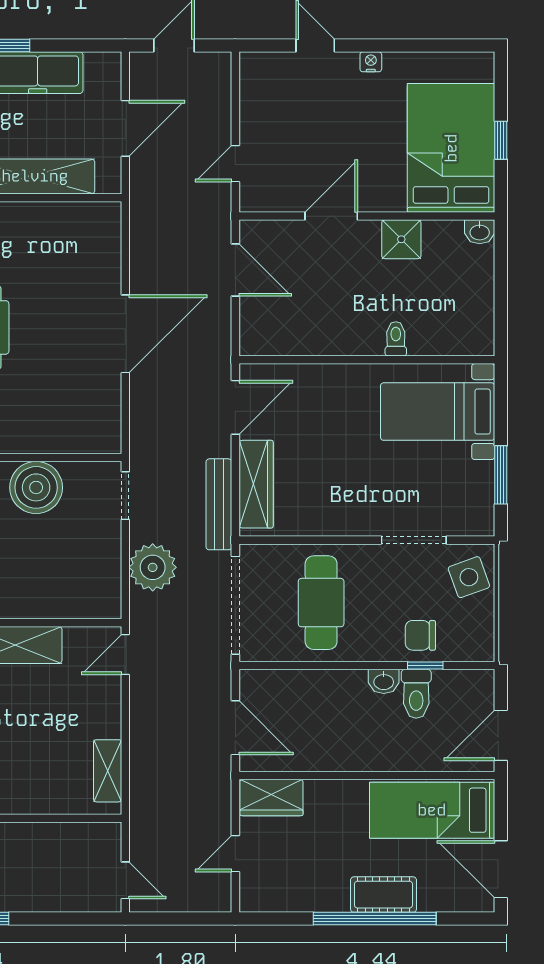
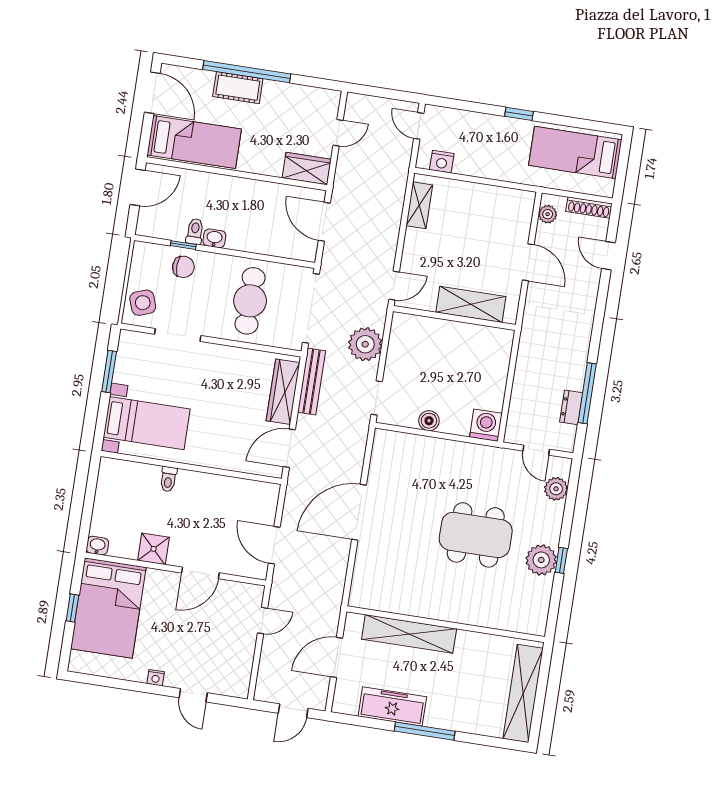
boiler: (36, 487) -> (429, 421), width x0.54, depth x0.54
toilet: (416, 694) -> (195, 231), width x0.73, depth x0.72
nightstand: (86, 836) -> (442, 162), added

